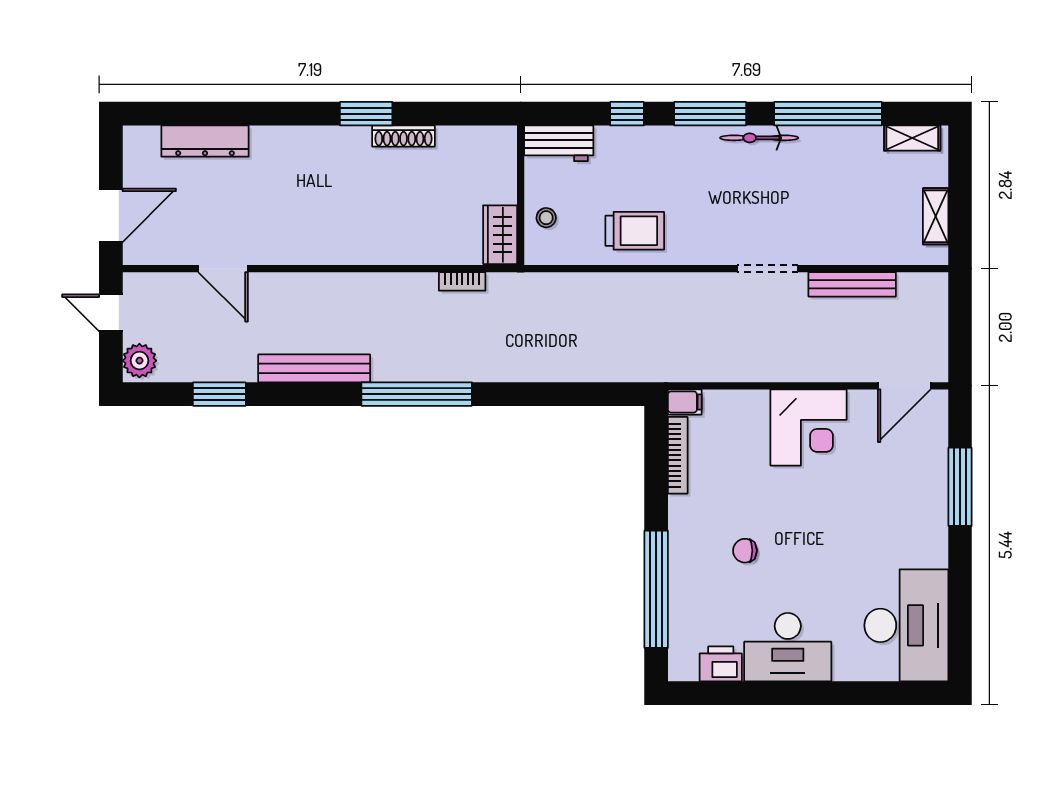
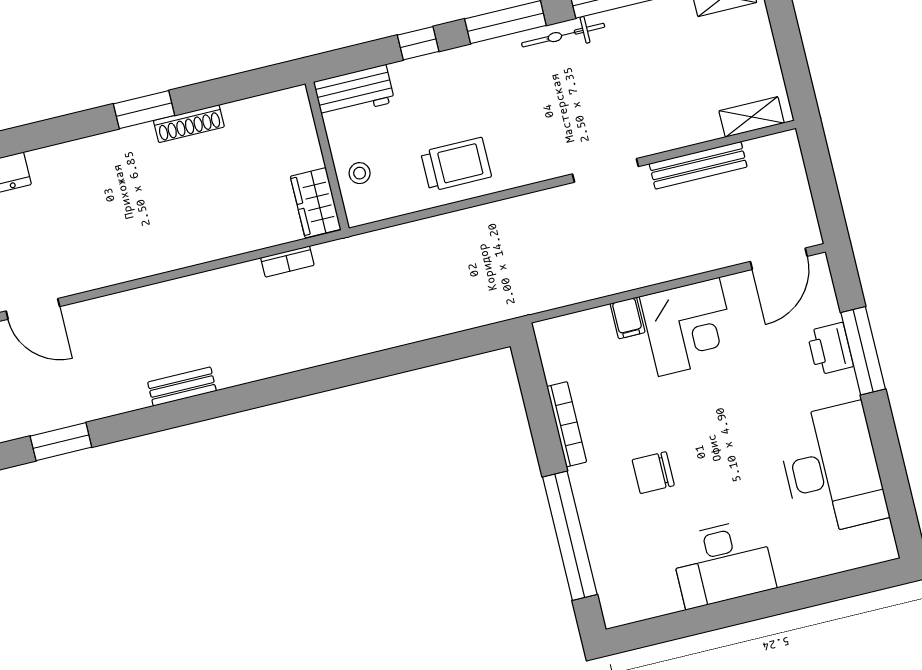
shelving: (936, 216) -> (752, 117), moved, turned 90
bench: (314, 368) -> (182, 387), width x0.54, depth x0.82
window: (417, 394) -> (268, 391), removed
filing cabinet: (685, 402) -> (628, 318), moved, turned 90
bookcase: (678, 455) -> (567, 424), moved
chair: (745, 551) -> (653, 473), width x1.37, depth x1.37
desk: (906, 625) -> (832, 469), moved
printer: (721, 664) -> (830, 349), moved, turned -90

